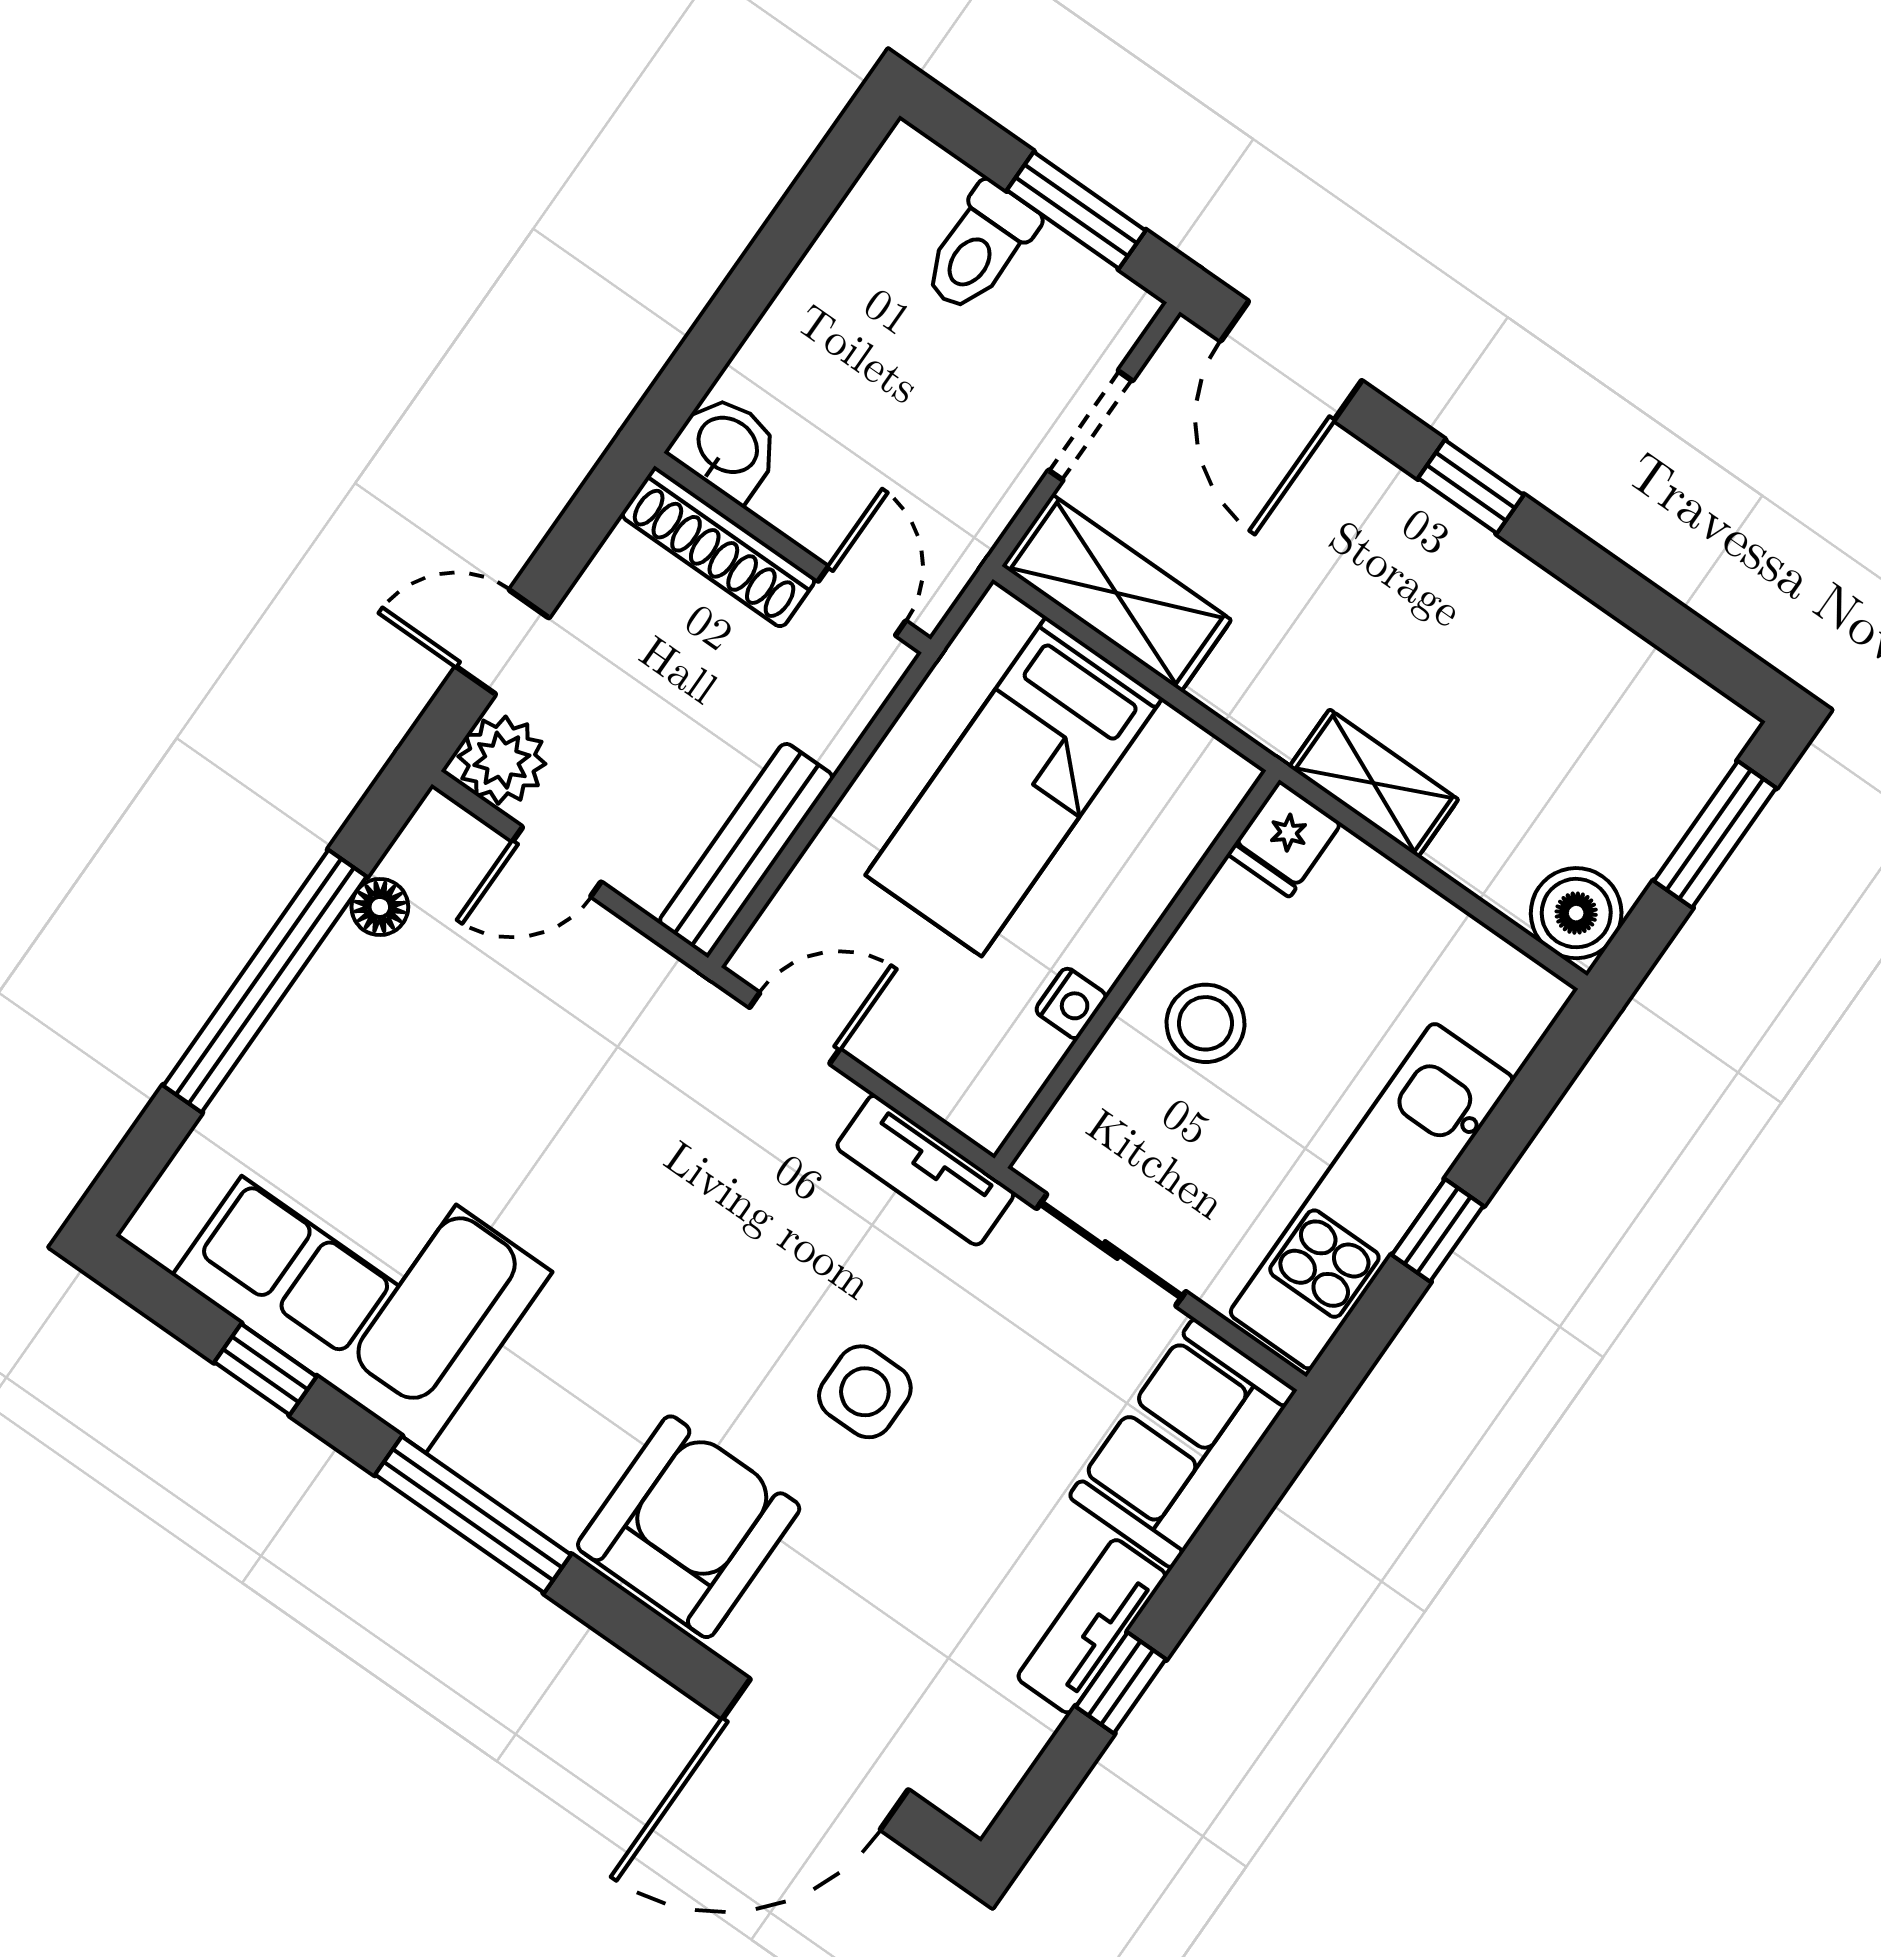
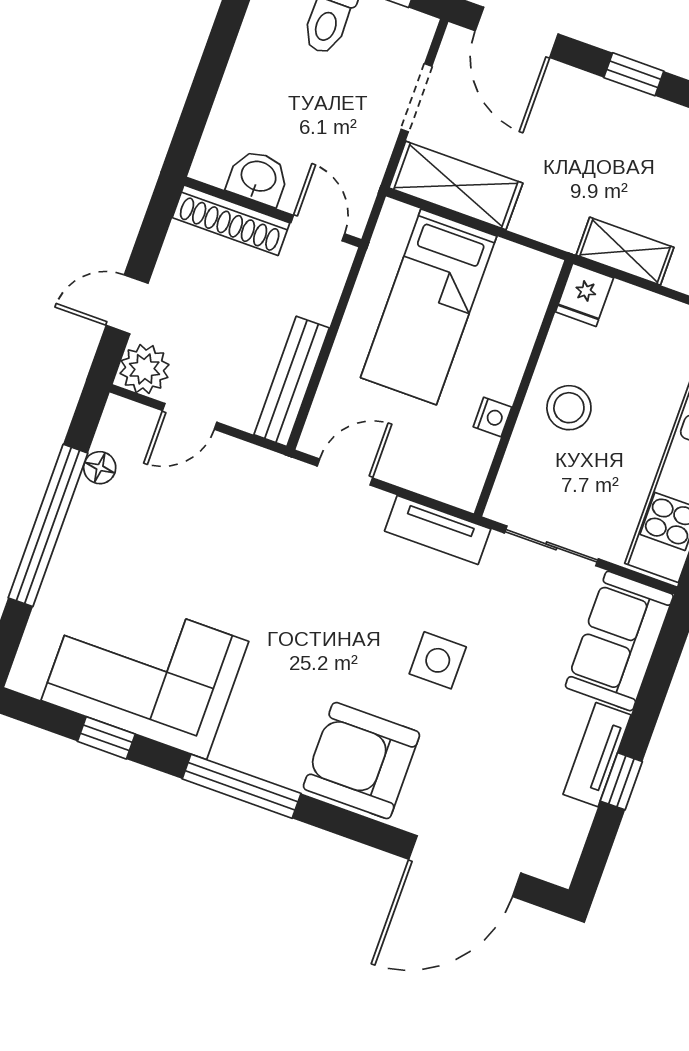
washbasin: (726, 447) -> (258, 177), moved
armchair: (689, 1527) -> (361, 761), turned -90

